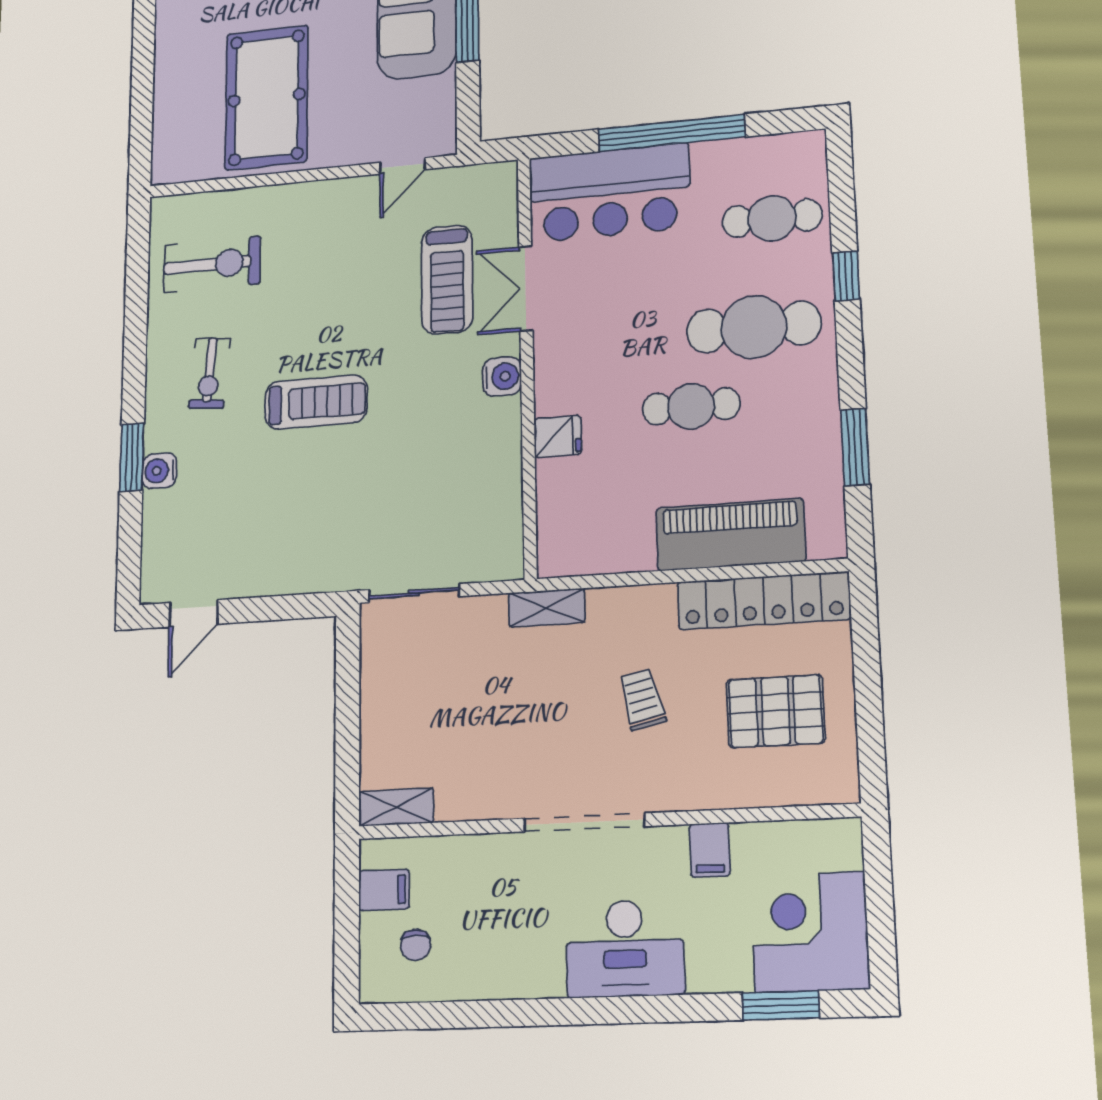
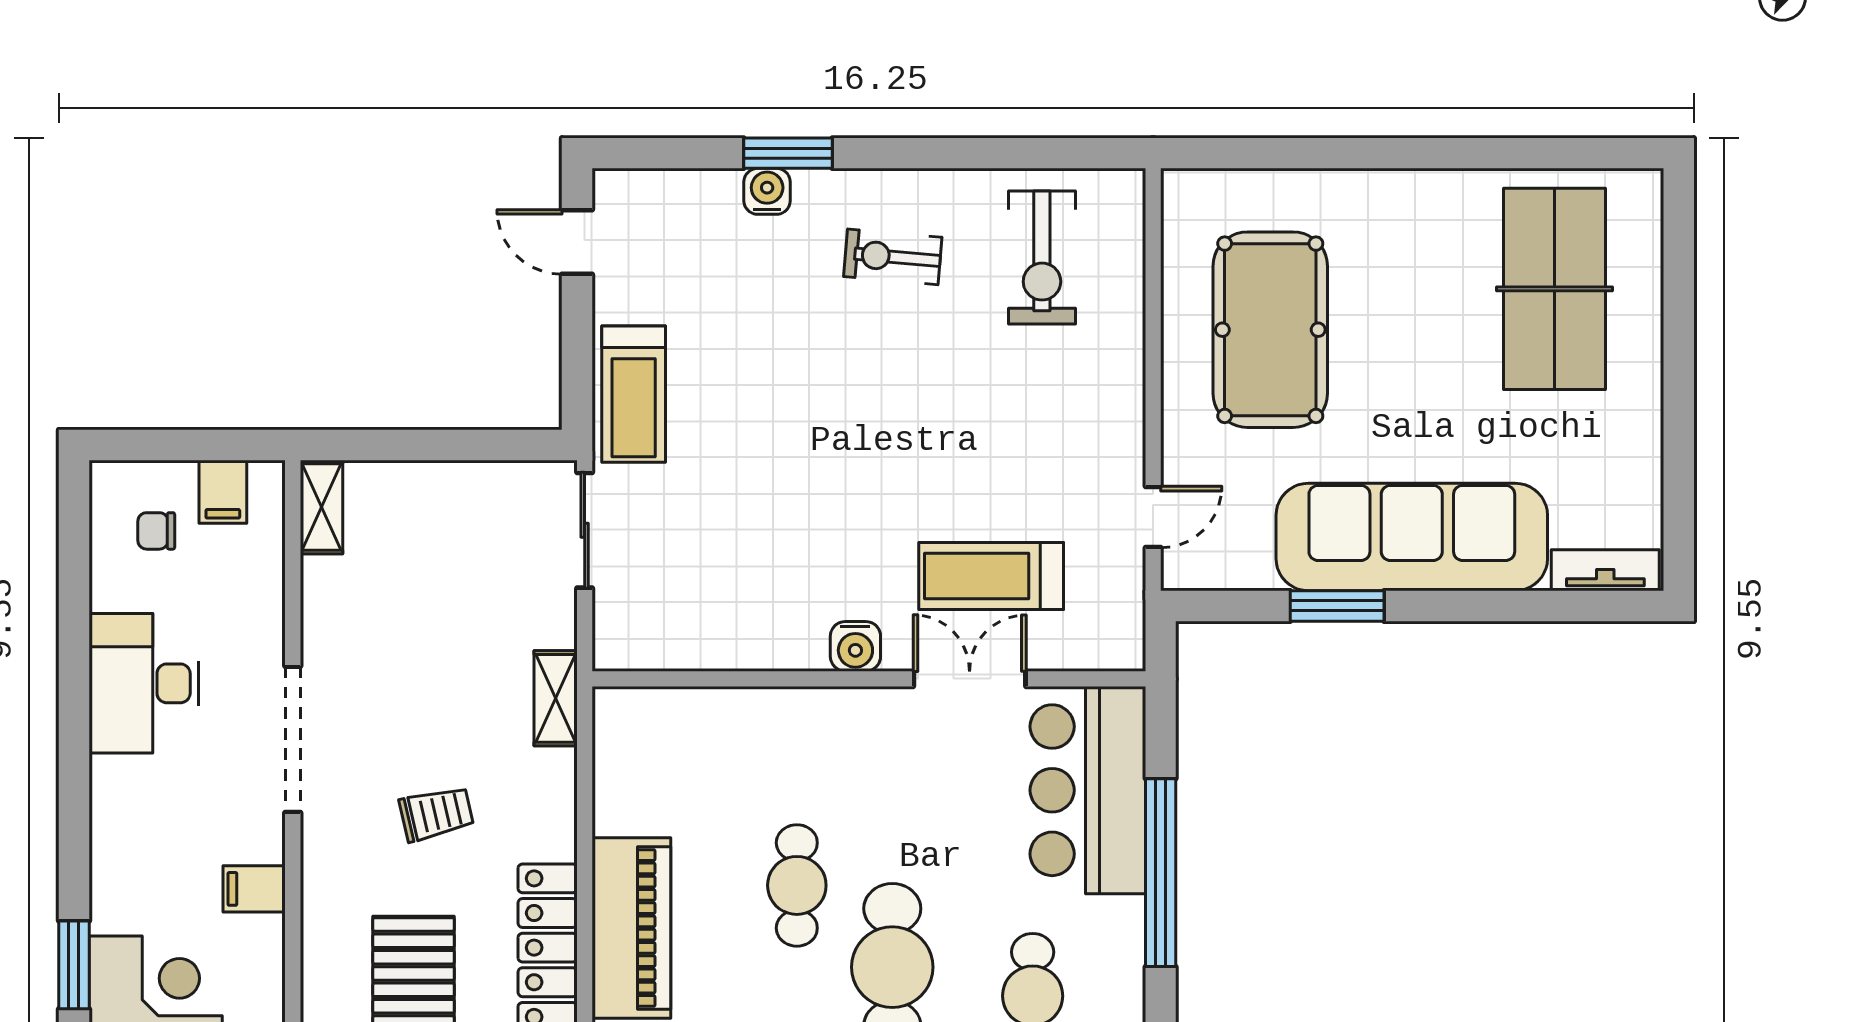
pool table: (267, 97) -> (1270, 330), turned 90
door: (402, 166) -> (1153, 517), swing flipped
treadmill: (316, 402) -> (634, 394), moved
fridge: (558, 436) -> (772, 716), removed
desk: (625, 949) -> (144, 683), moved

